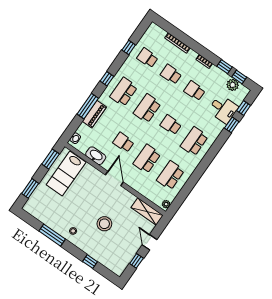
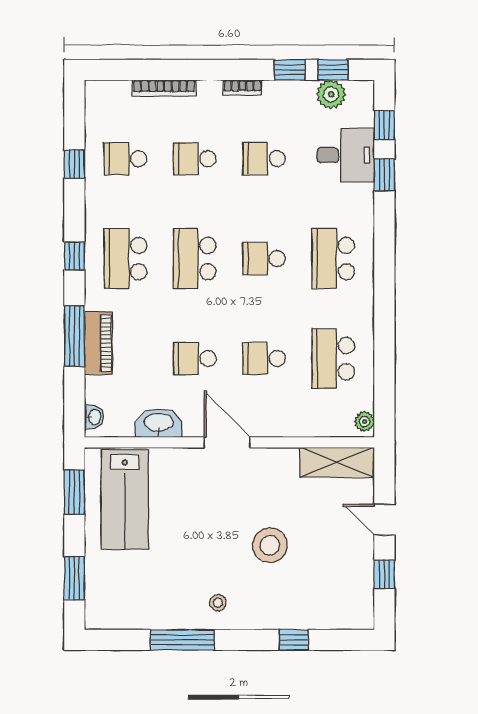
school desk: (147, 159) -> (264, 359), width x0.54

